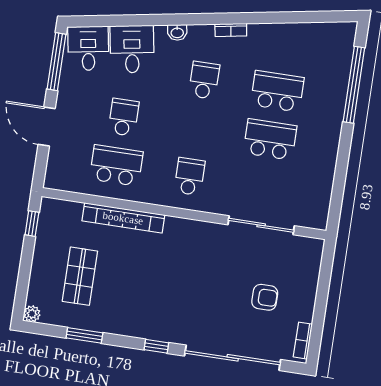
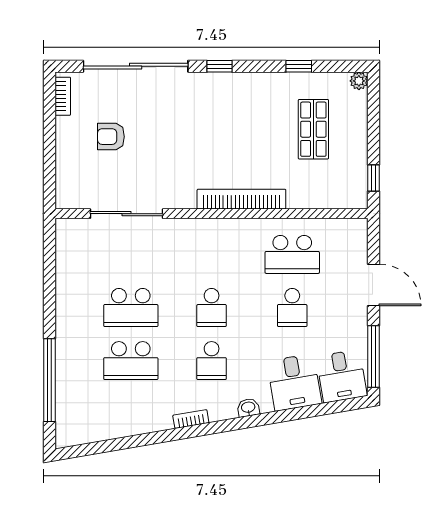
school desk: (190, 177) -> (212, 308), moved
bookcase: (123, 218) -> (241, 199), moved
window: (84, 335) -> (299, 66), width x0.67

